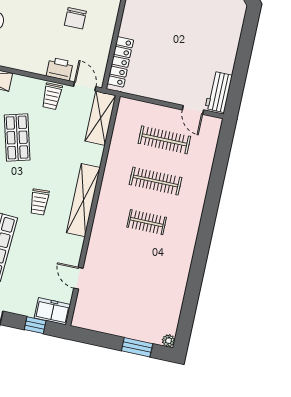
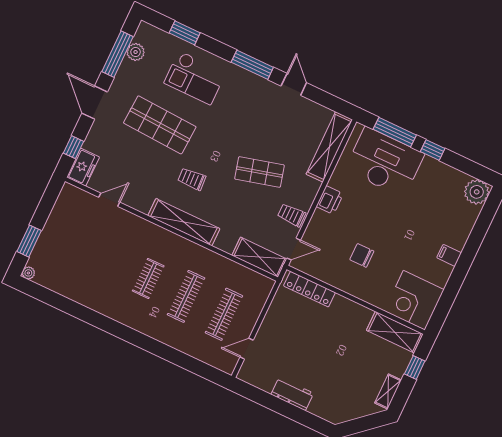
printer: (60, 69) -> (330, 200), moved
workbench: (219, 92) -> (292, 394), moved

